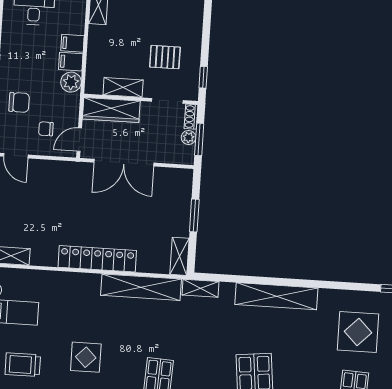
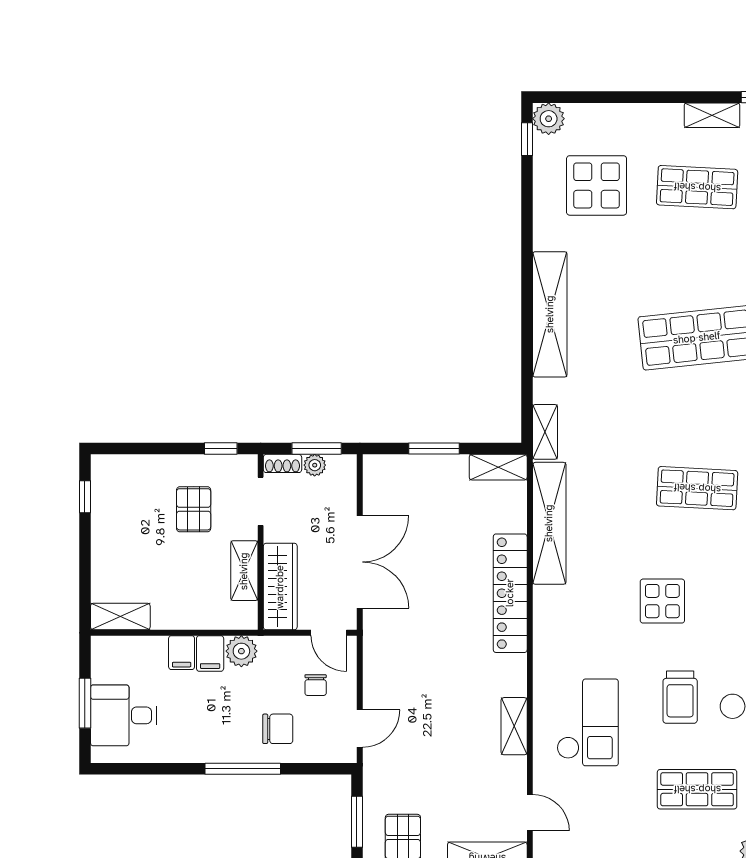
chair: (19, 102) -> (278, 729), turned 90

